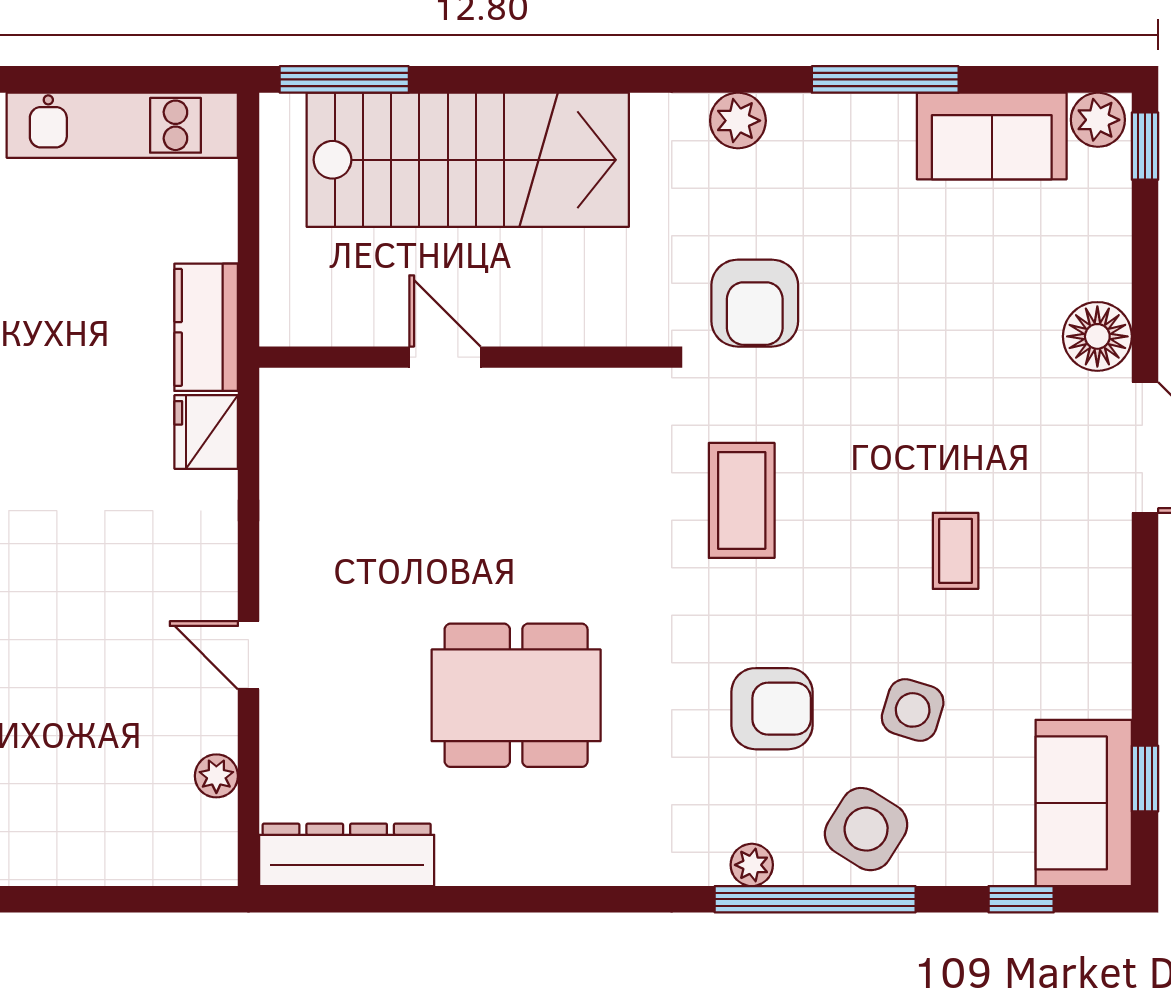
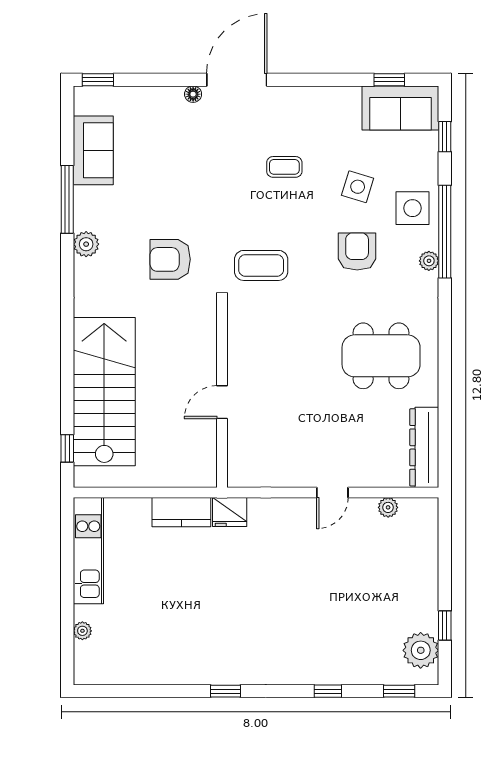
window: (344, 79) -> (67, 448), width x0.46
plant: (1098, 120) -> (86, 101), removed
plant: (738, 121) -> (86, 244), moved
armchair: (755, 303) -> (170, 259), turned 180
floor lamp: (1097, 336) -> (193, 94), width x0.53, depth x0.53
door: (445, 357) -> (222, 402), moved
wall: (460, 357) -> (222, 395), moved
dining table: (516, 695) -> (381, 356), moved, turned 90
side table: (866, 829) -> (413, 208), turned -32

